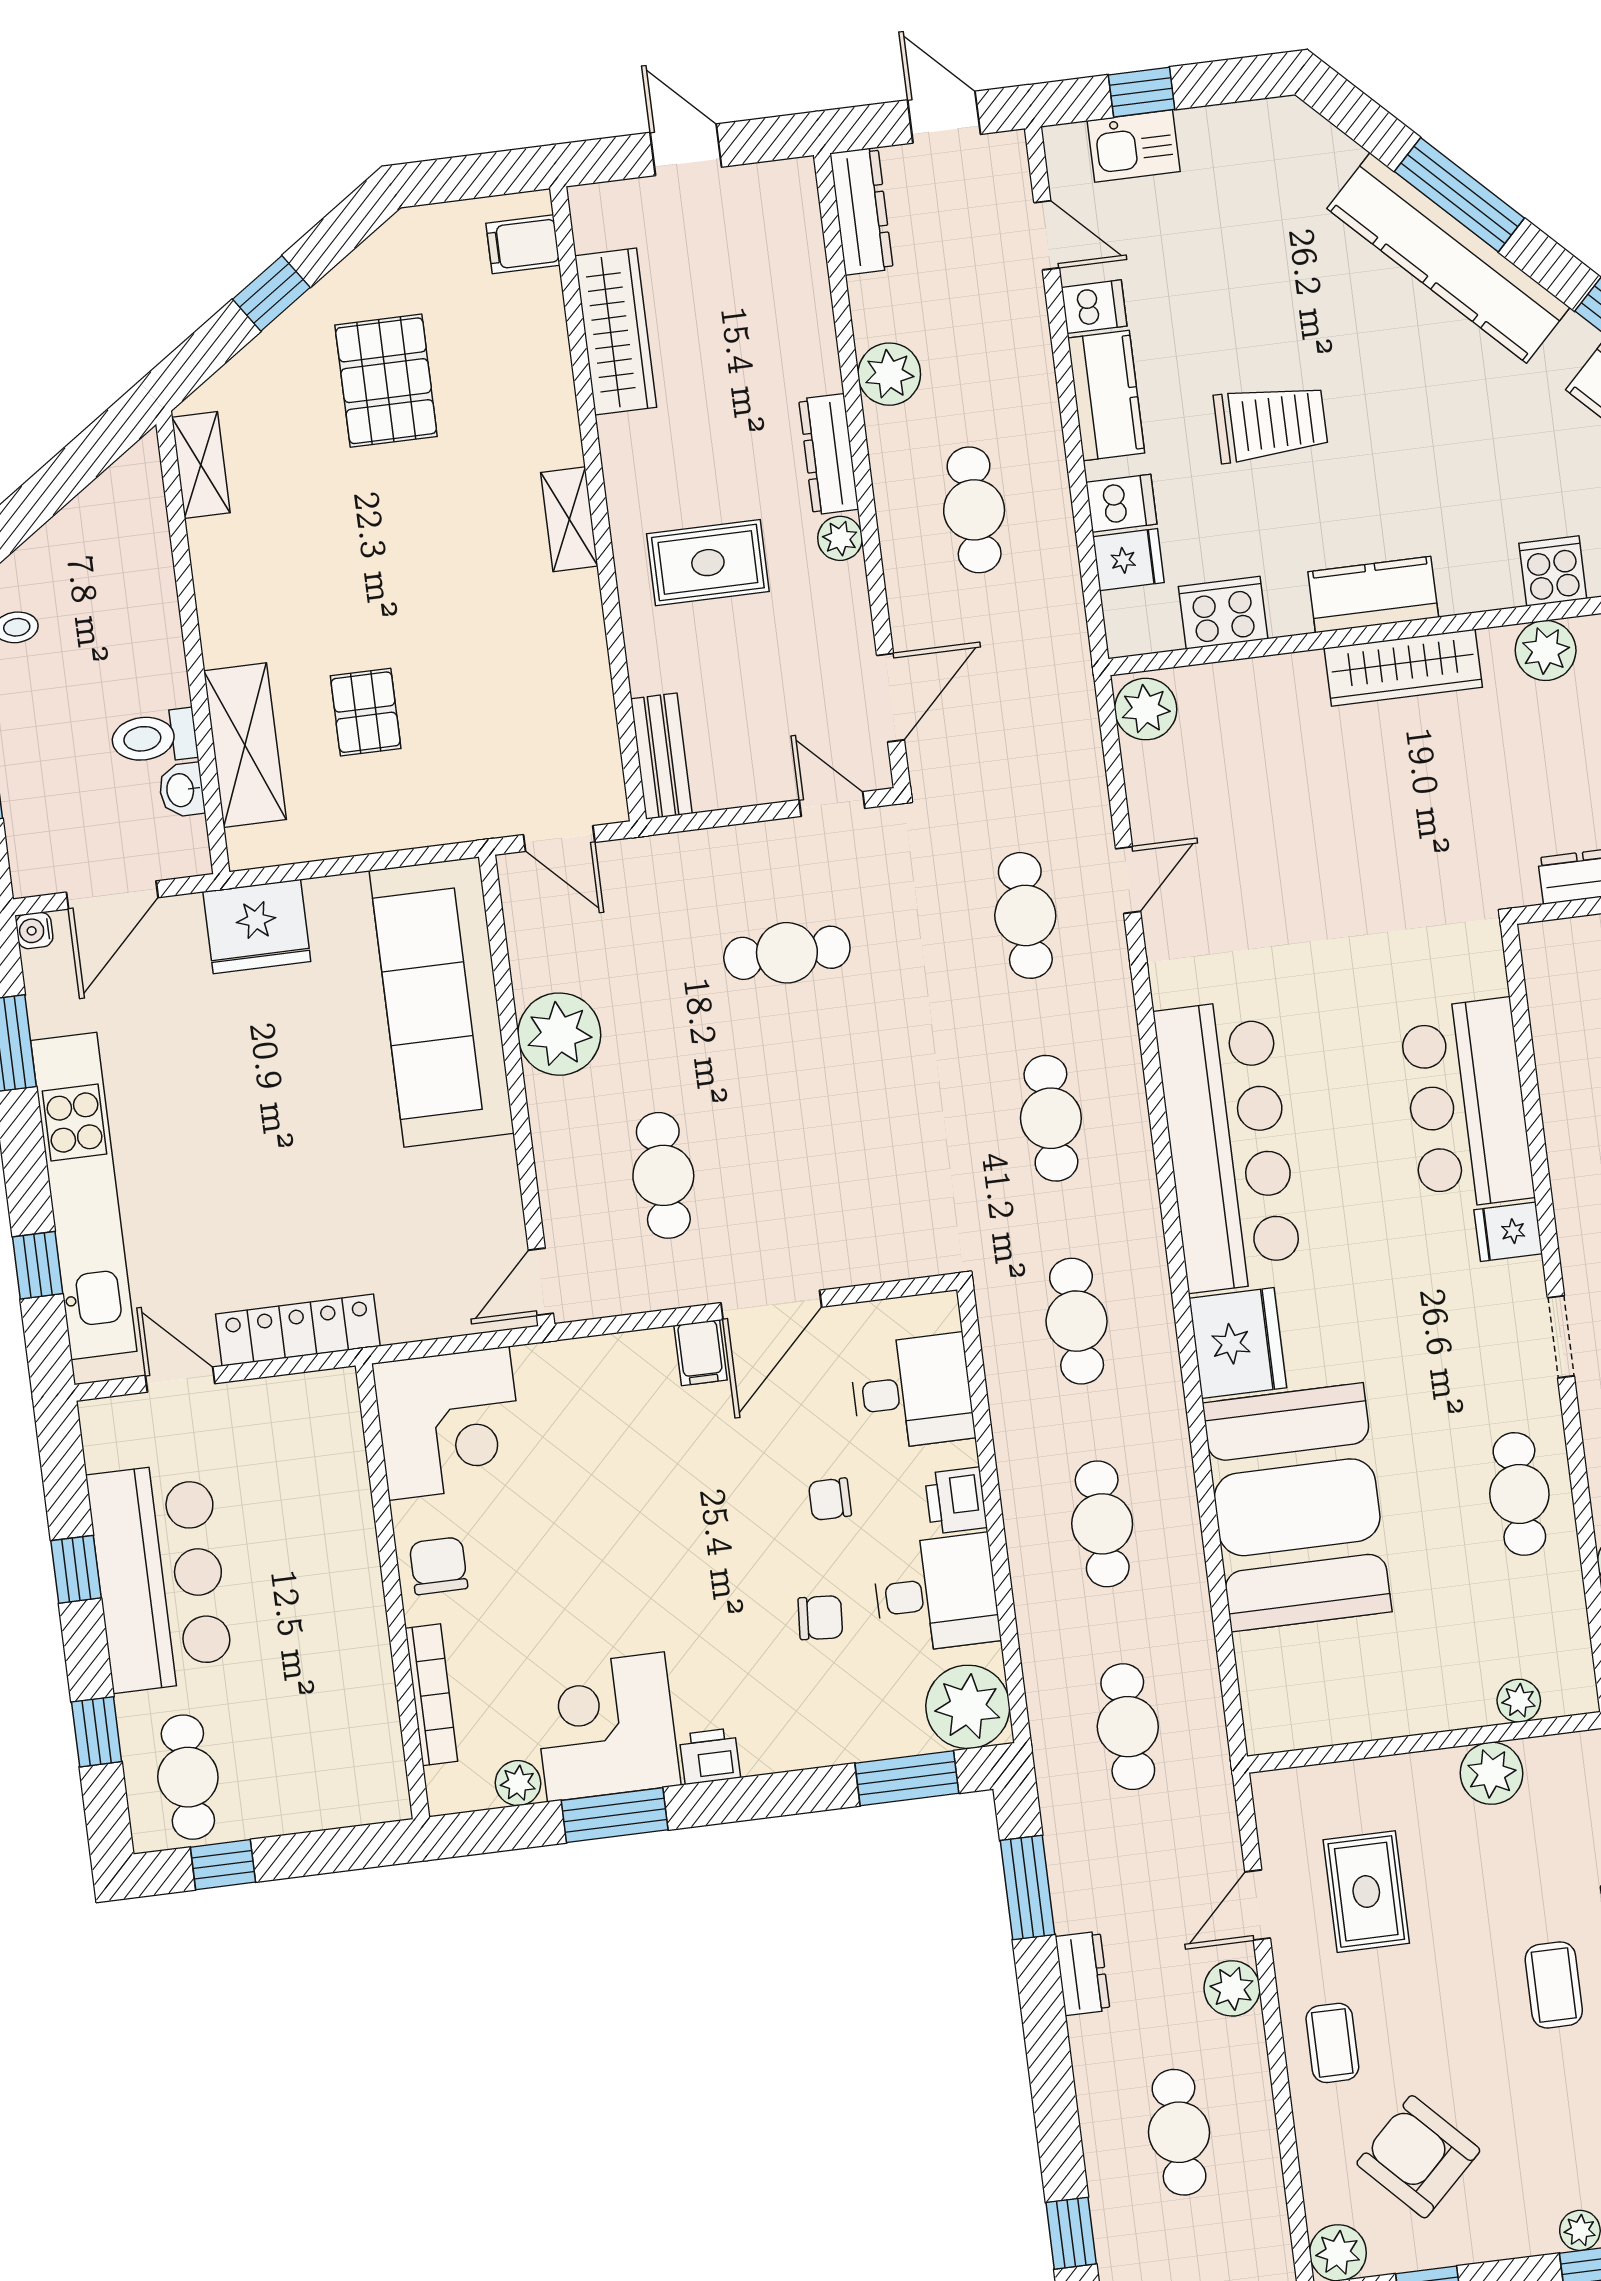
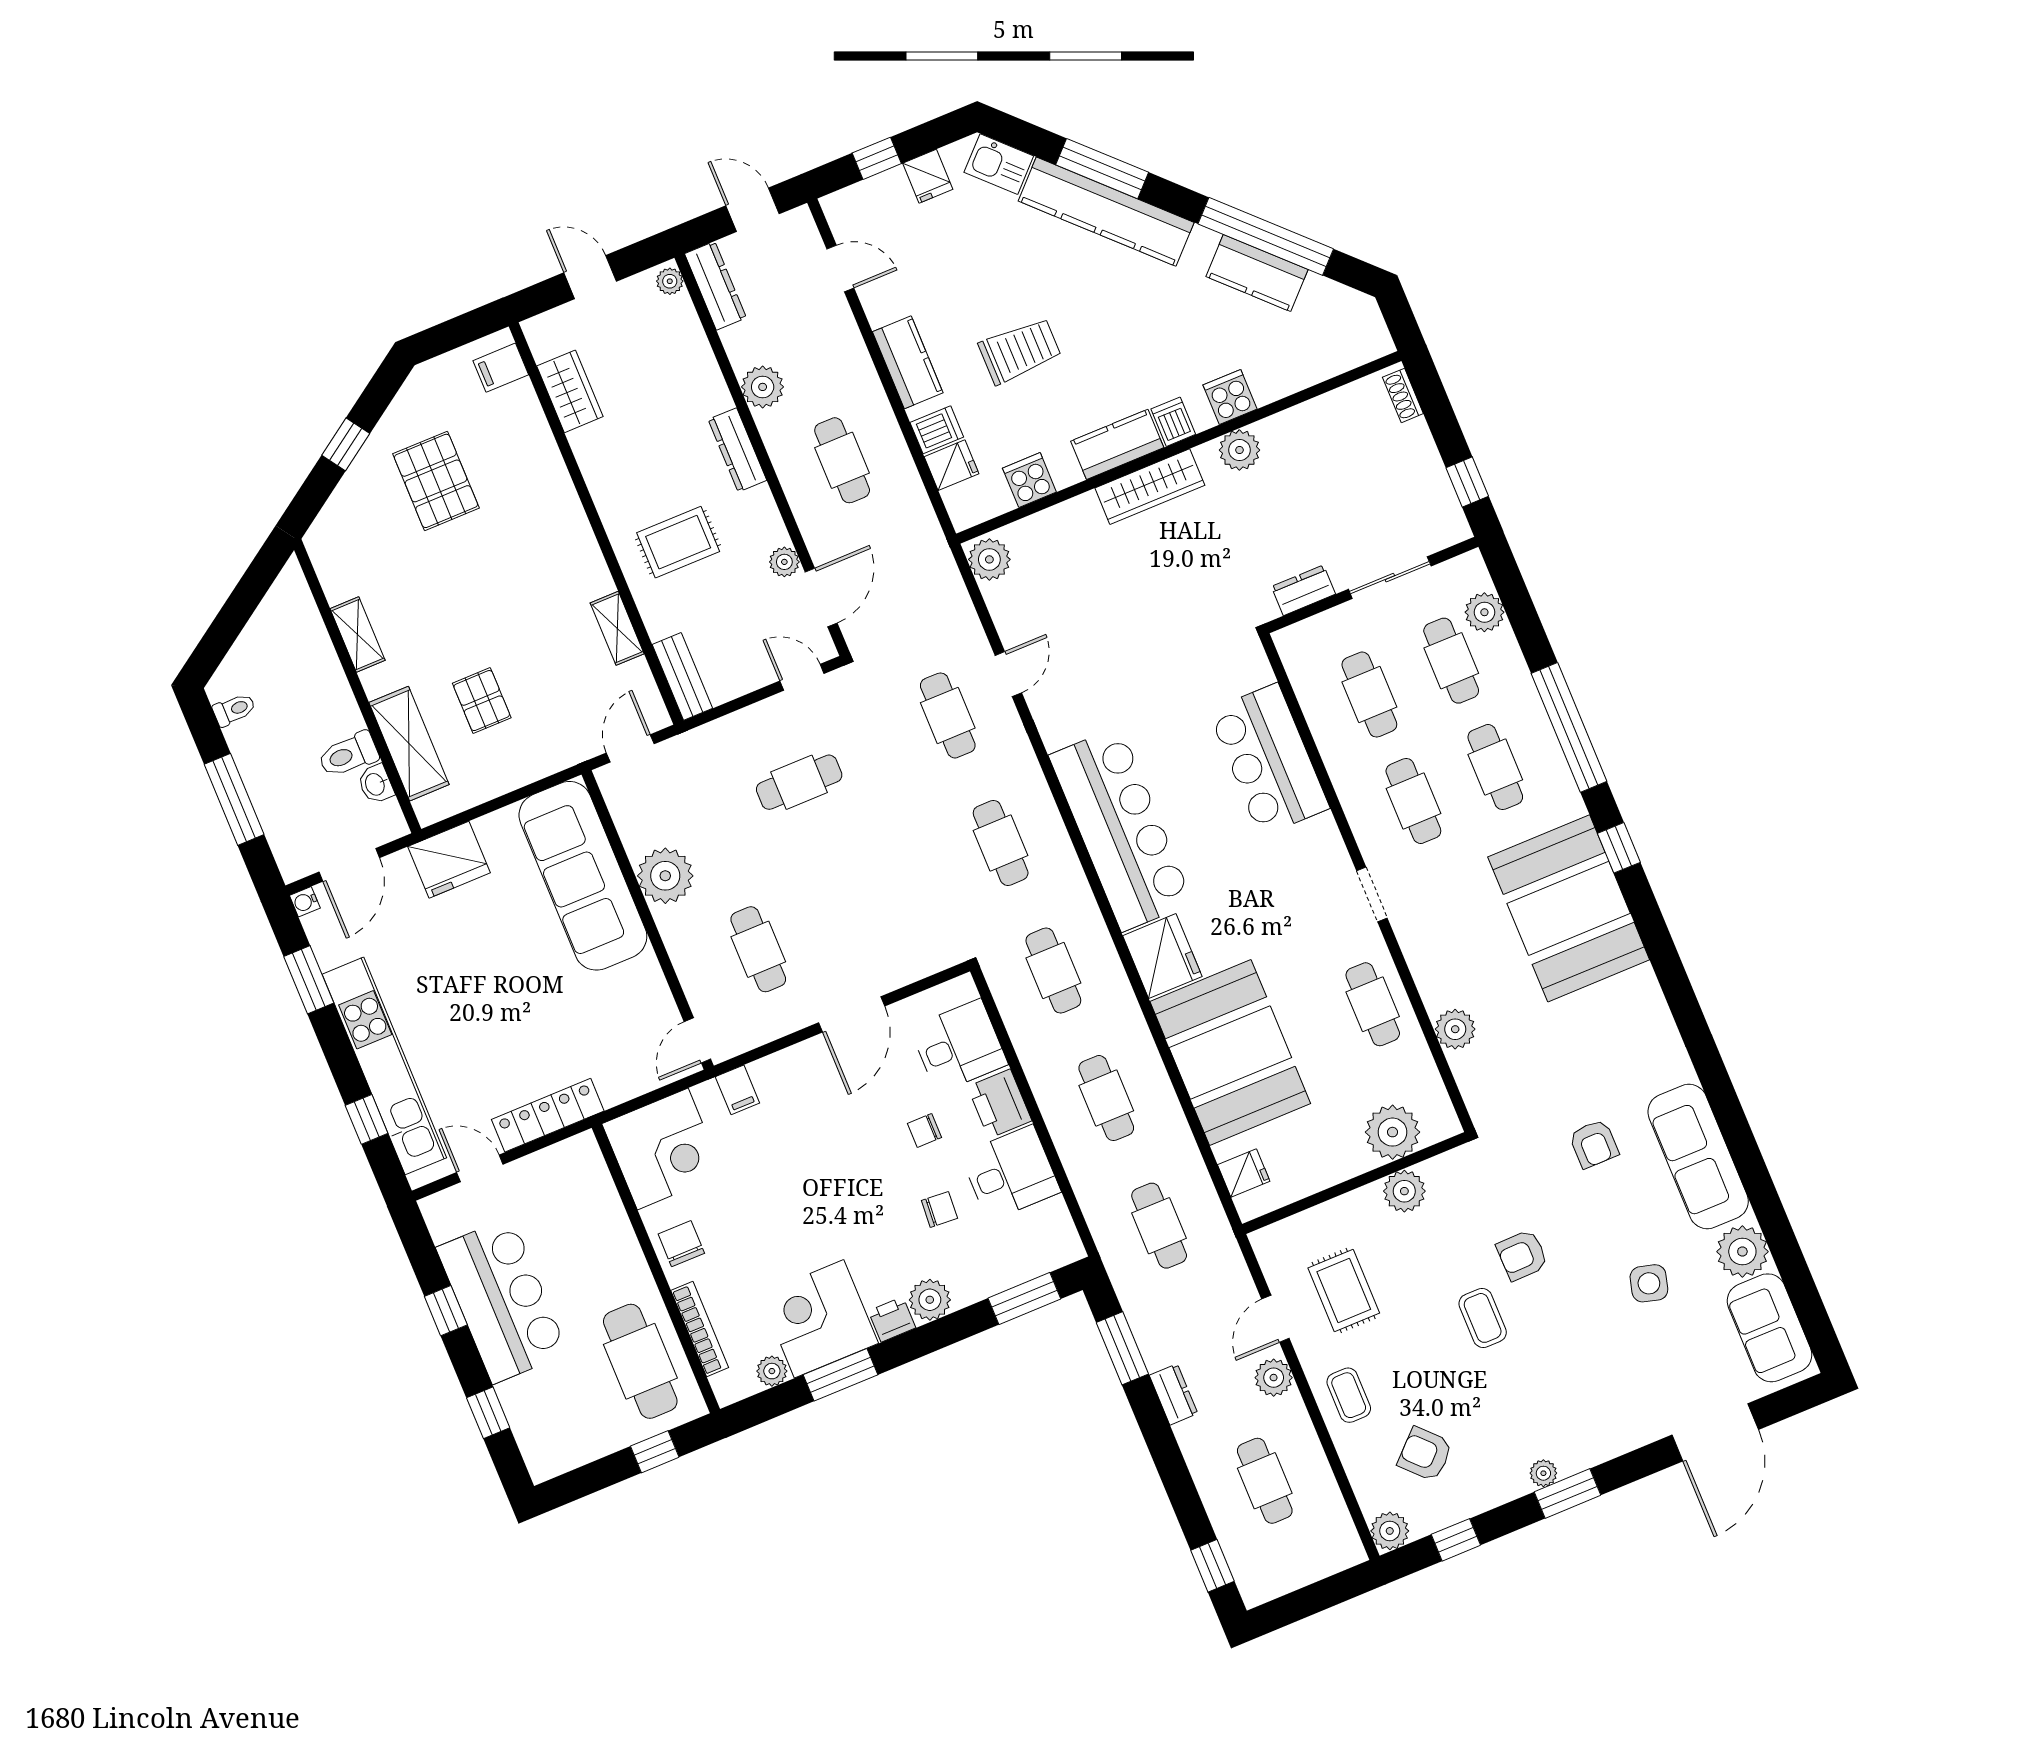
fridge: (1207, 138) -> (928, 176), added
kitchen sink: (1134, 146) -> (999, 164), moved, turned 45
plant: (798, 187) -> (670, 281), added
dishwasher: (1094, 307) -> (1173, 422), moved, turned -90
wardrobe: (616, 332) -> (570, 391), width x0.67
shelving: (201, 465) -> (358, 634), moved
shelving: (569, 519) -> (617, 628), moved
plant: (840, 538) -> (784, 562), moved
cooker: (1223, 613) -> (1029, 480), width x0.73
door: (559, 839) -> (630, 748), swing flipped
fridge: (1508, 1232) -> (1244, 1173), moved, turned 180
filing cabinet: (700, 1353) -> (737, 1090), moved
printer: (956, 1501) -> (1000, 1104), width x1.36, depth x1.24
plant: (1519, 1701) -> (1393, 1132), width x1.88, depth x1.88
plant: (968, 1707) -> (930, 1300), moved, width x0.73, depth x0.73
cafe table: (188, 1777) -> (640, 1361), moved, width x1.37, depth x1.35
window: (223, 1865) -> (655, 1452), moved
armchair: (1418, 2157) -> (1425, 1454), width x0.72, depth x0.72

